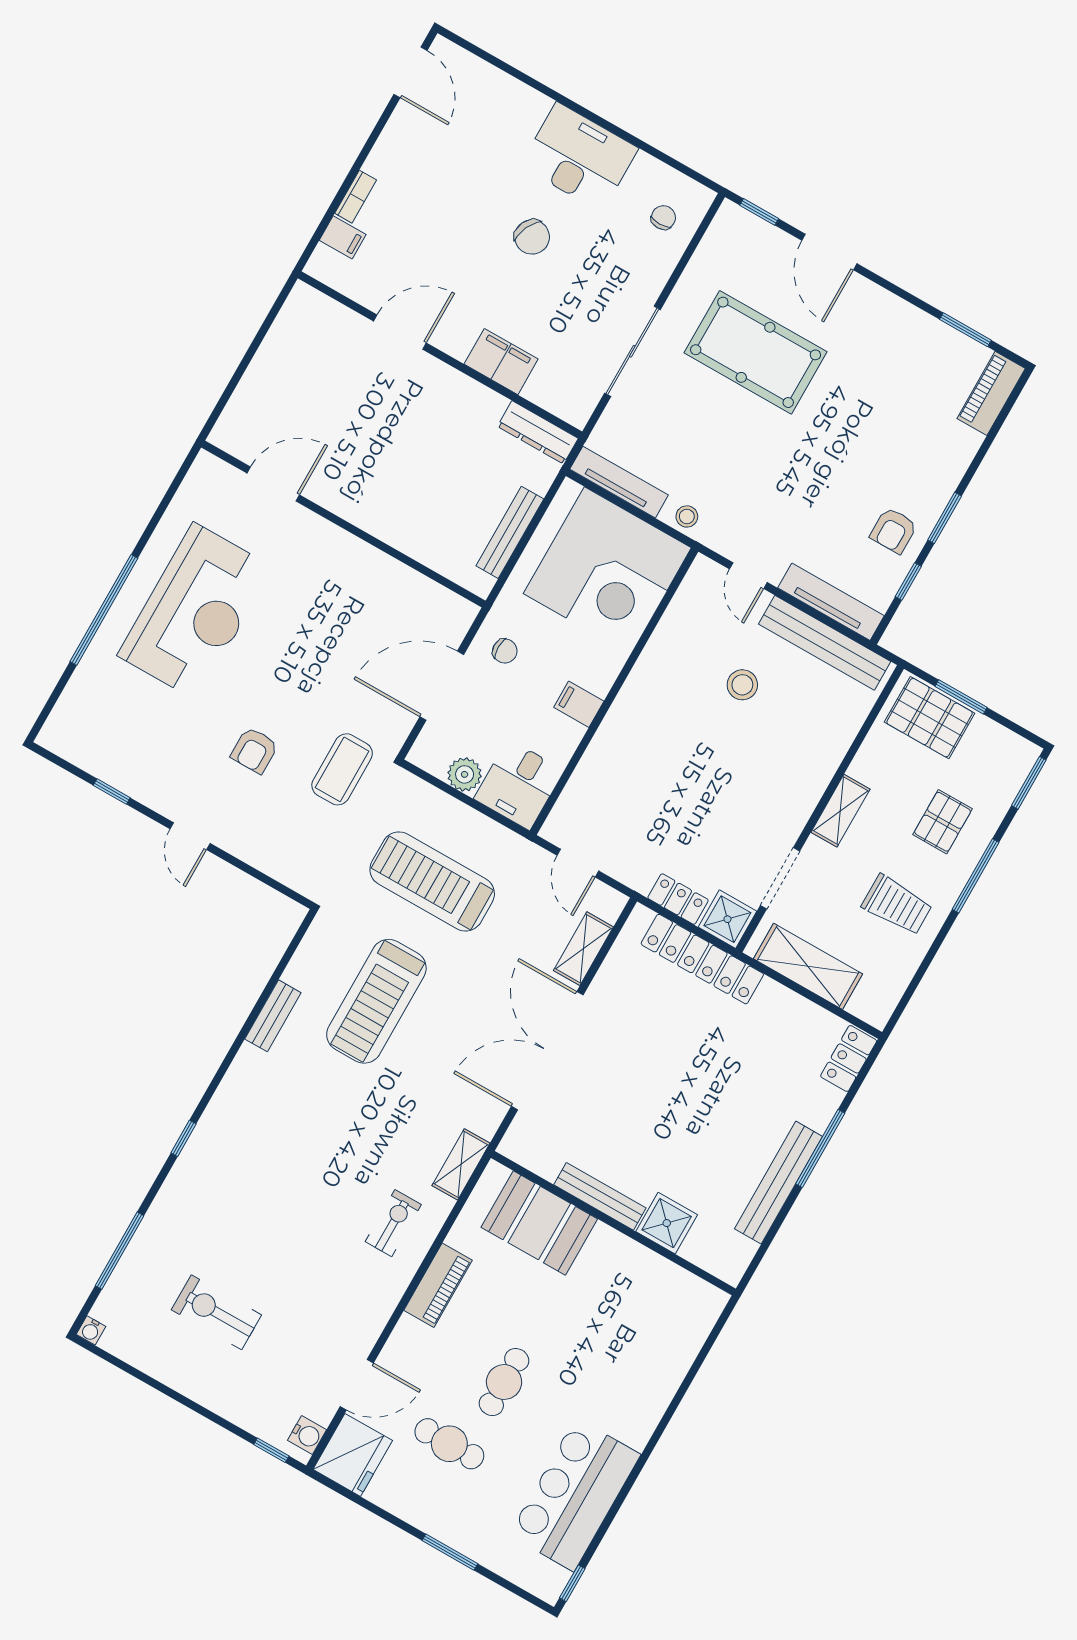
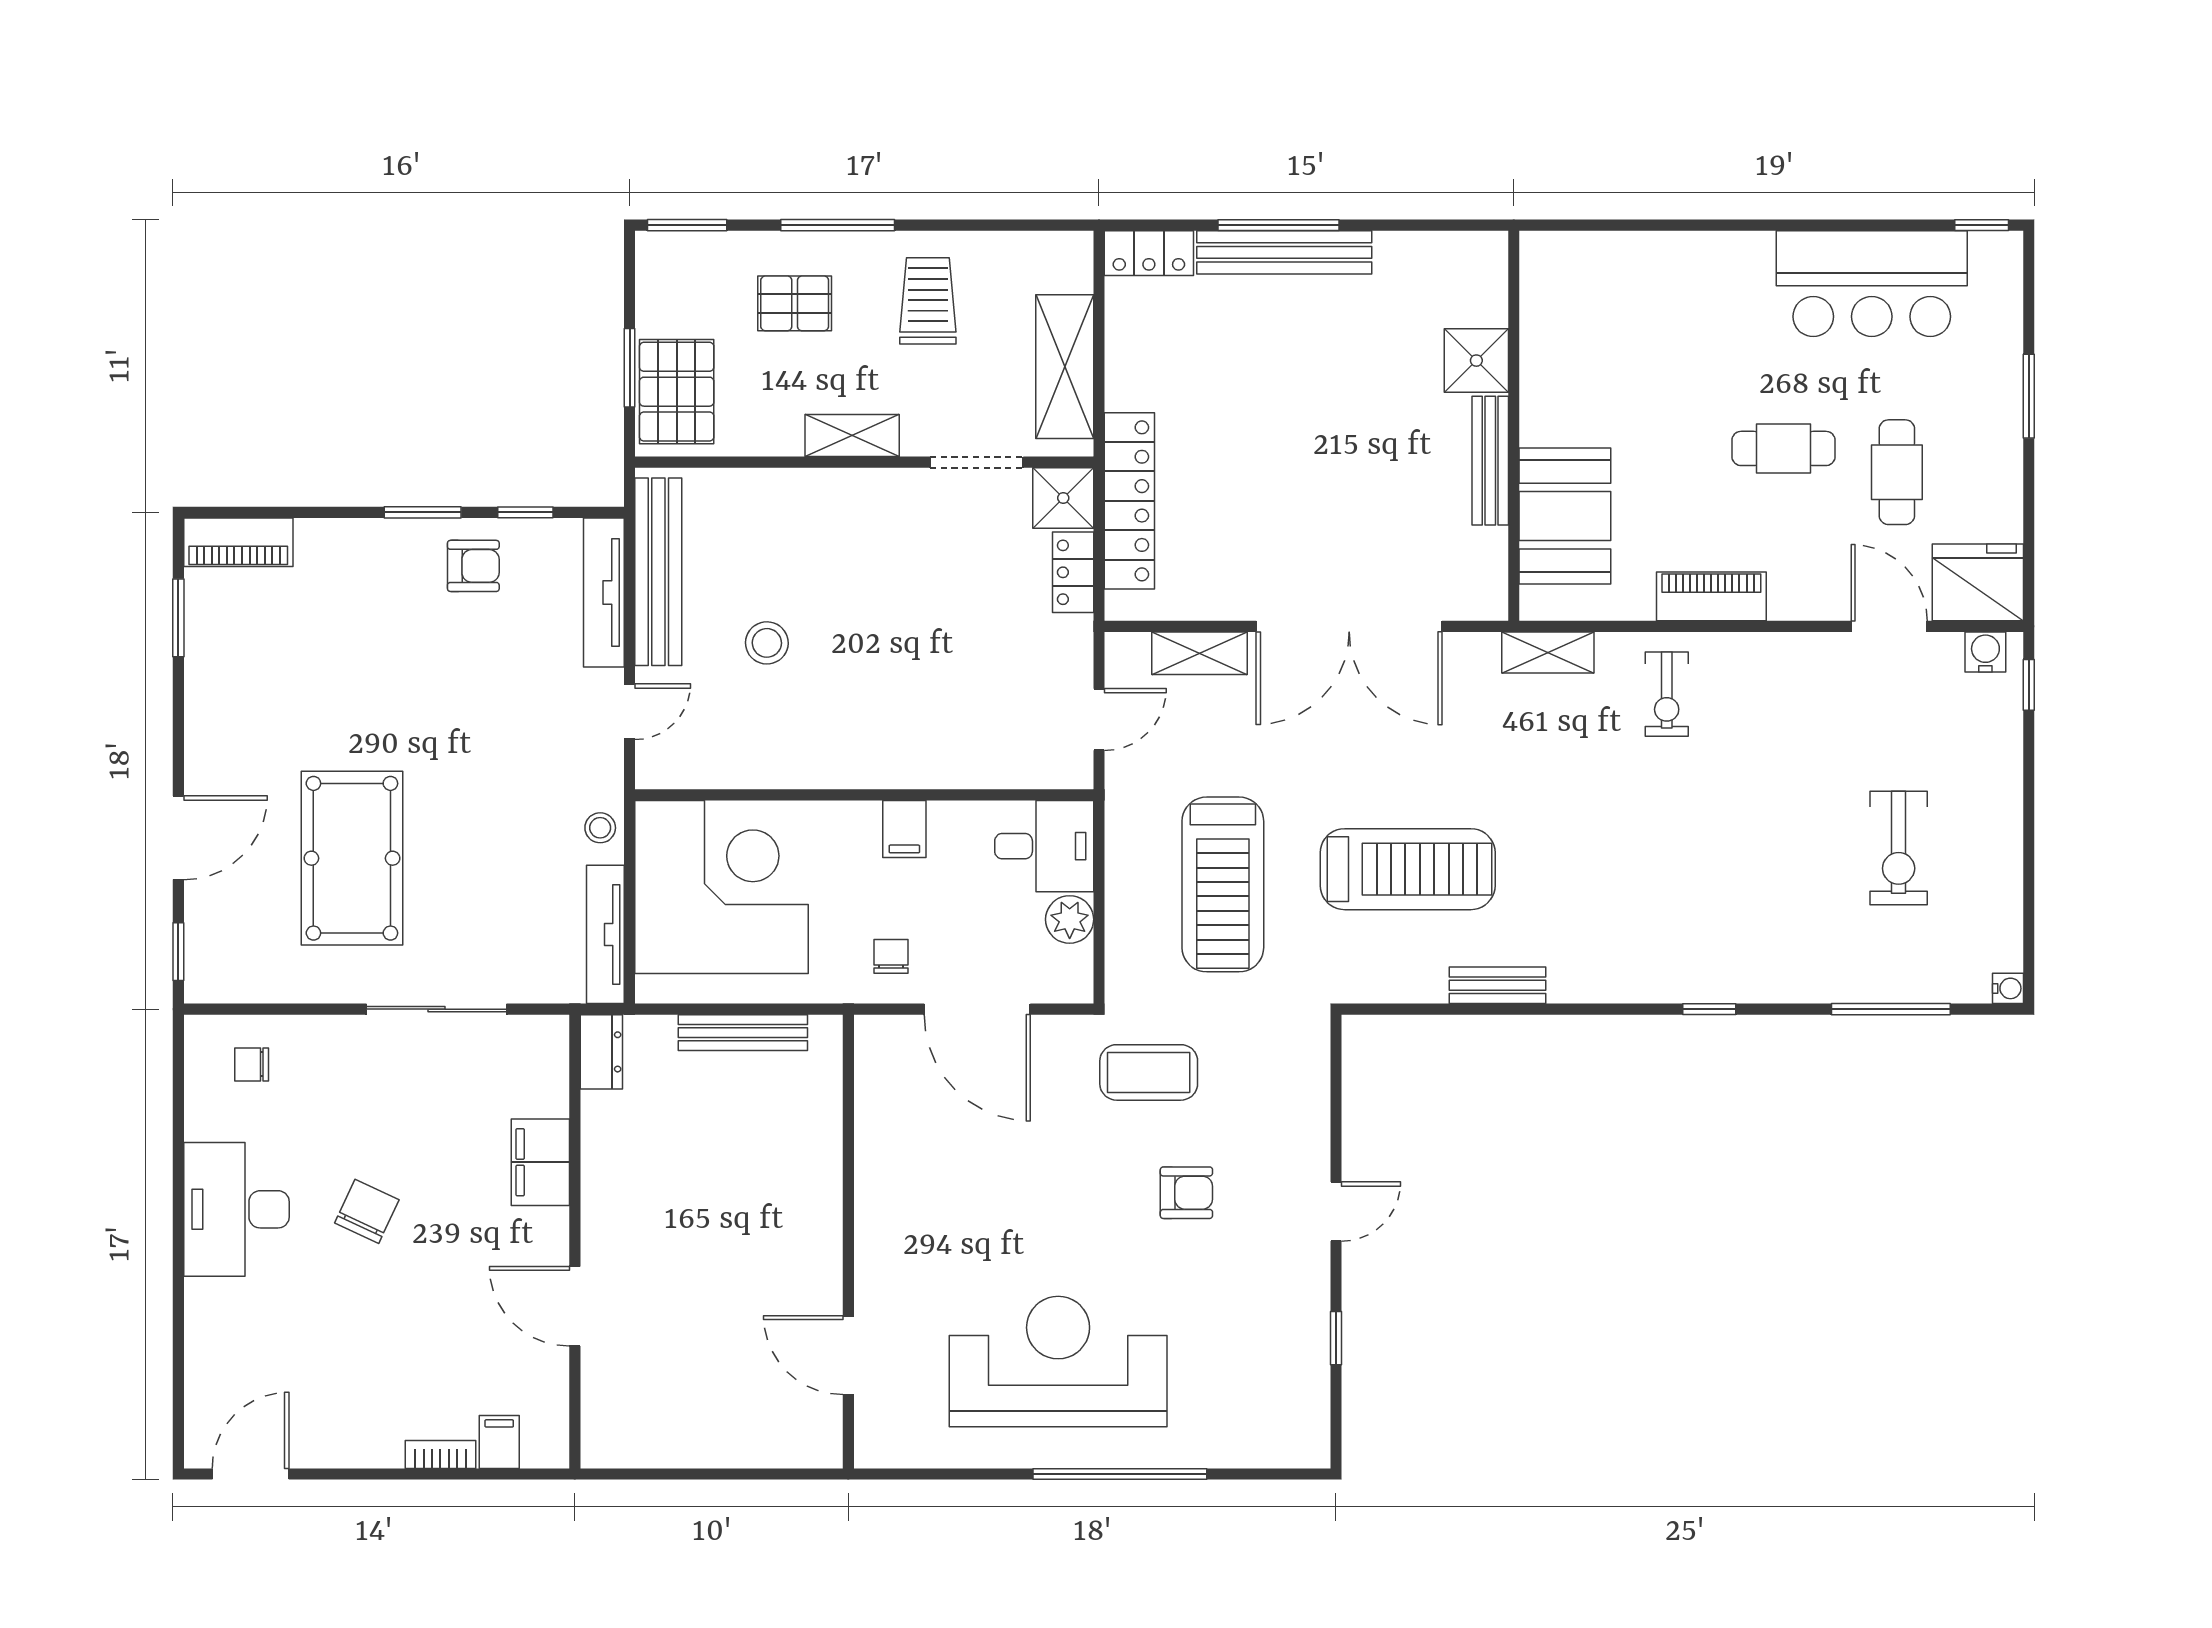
dresser: (538, 432) -> (601, 1052), width x0.70
bench: (778, 1183) -> (1284, 252), moved
exercise bike: (393, 1223) -> (1667, 694), turned -90

